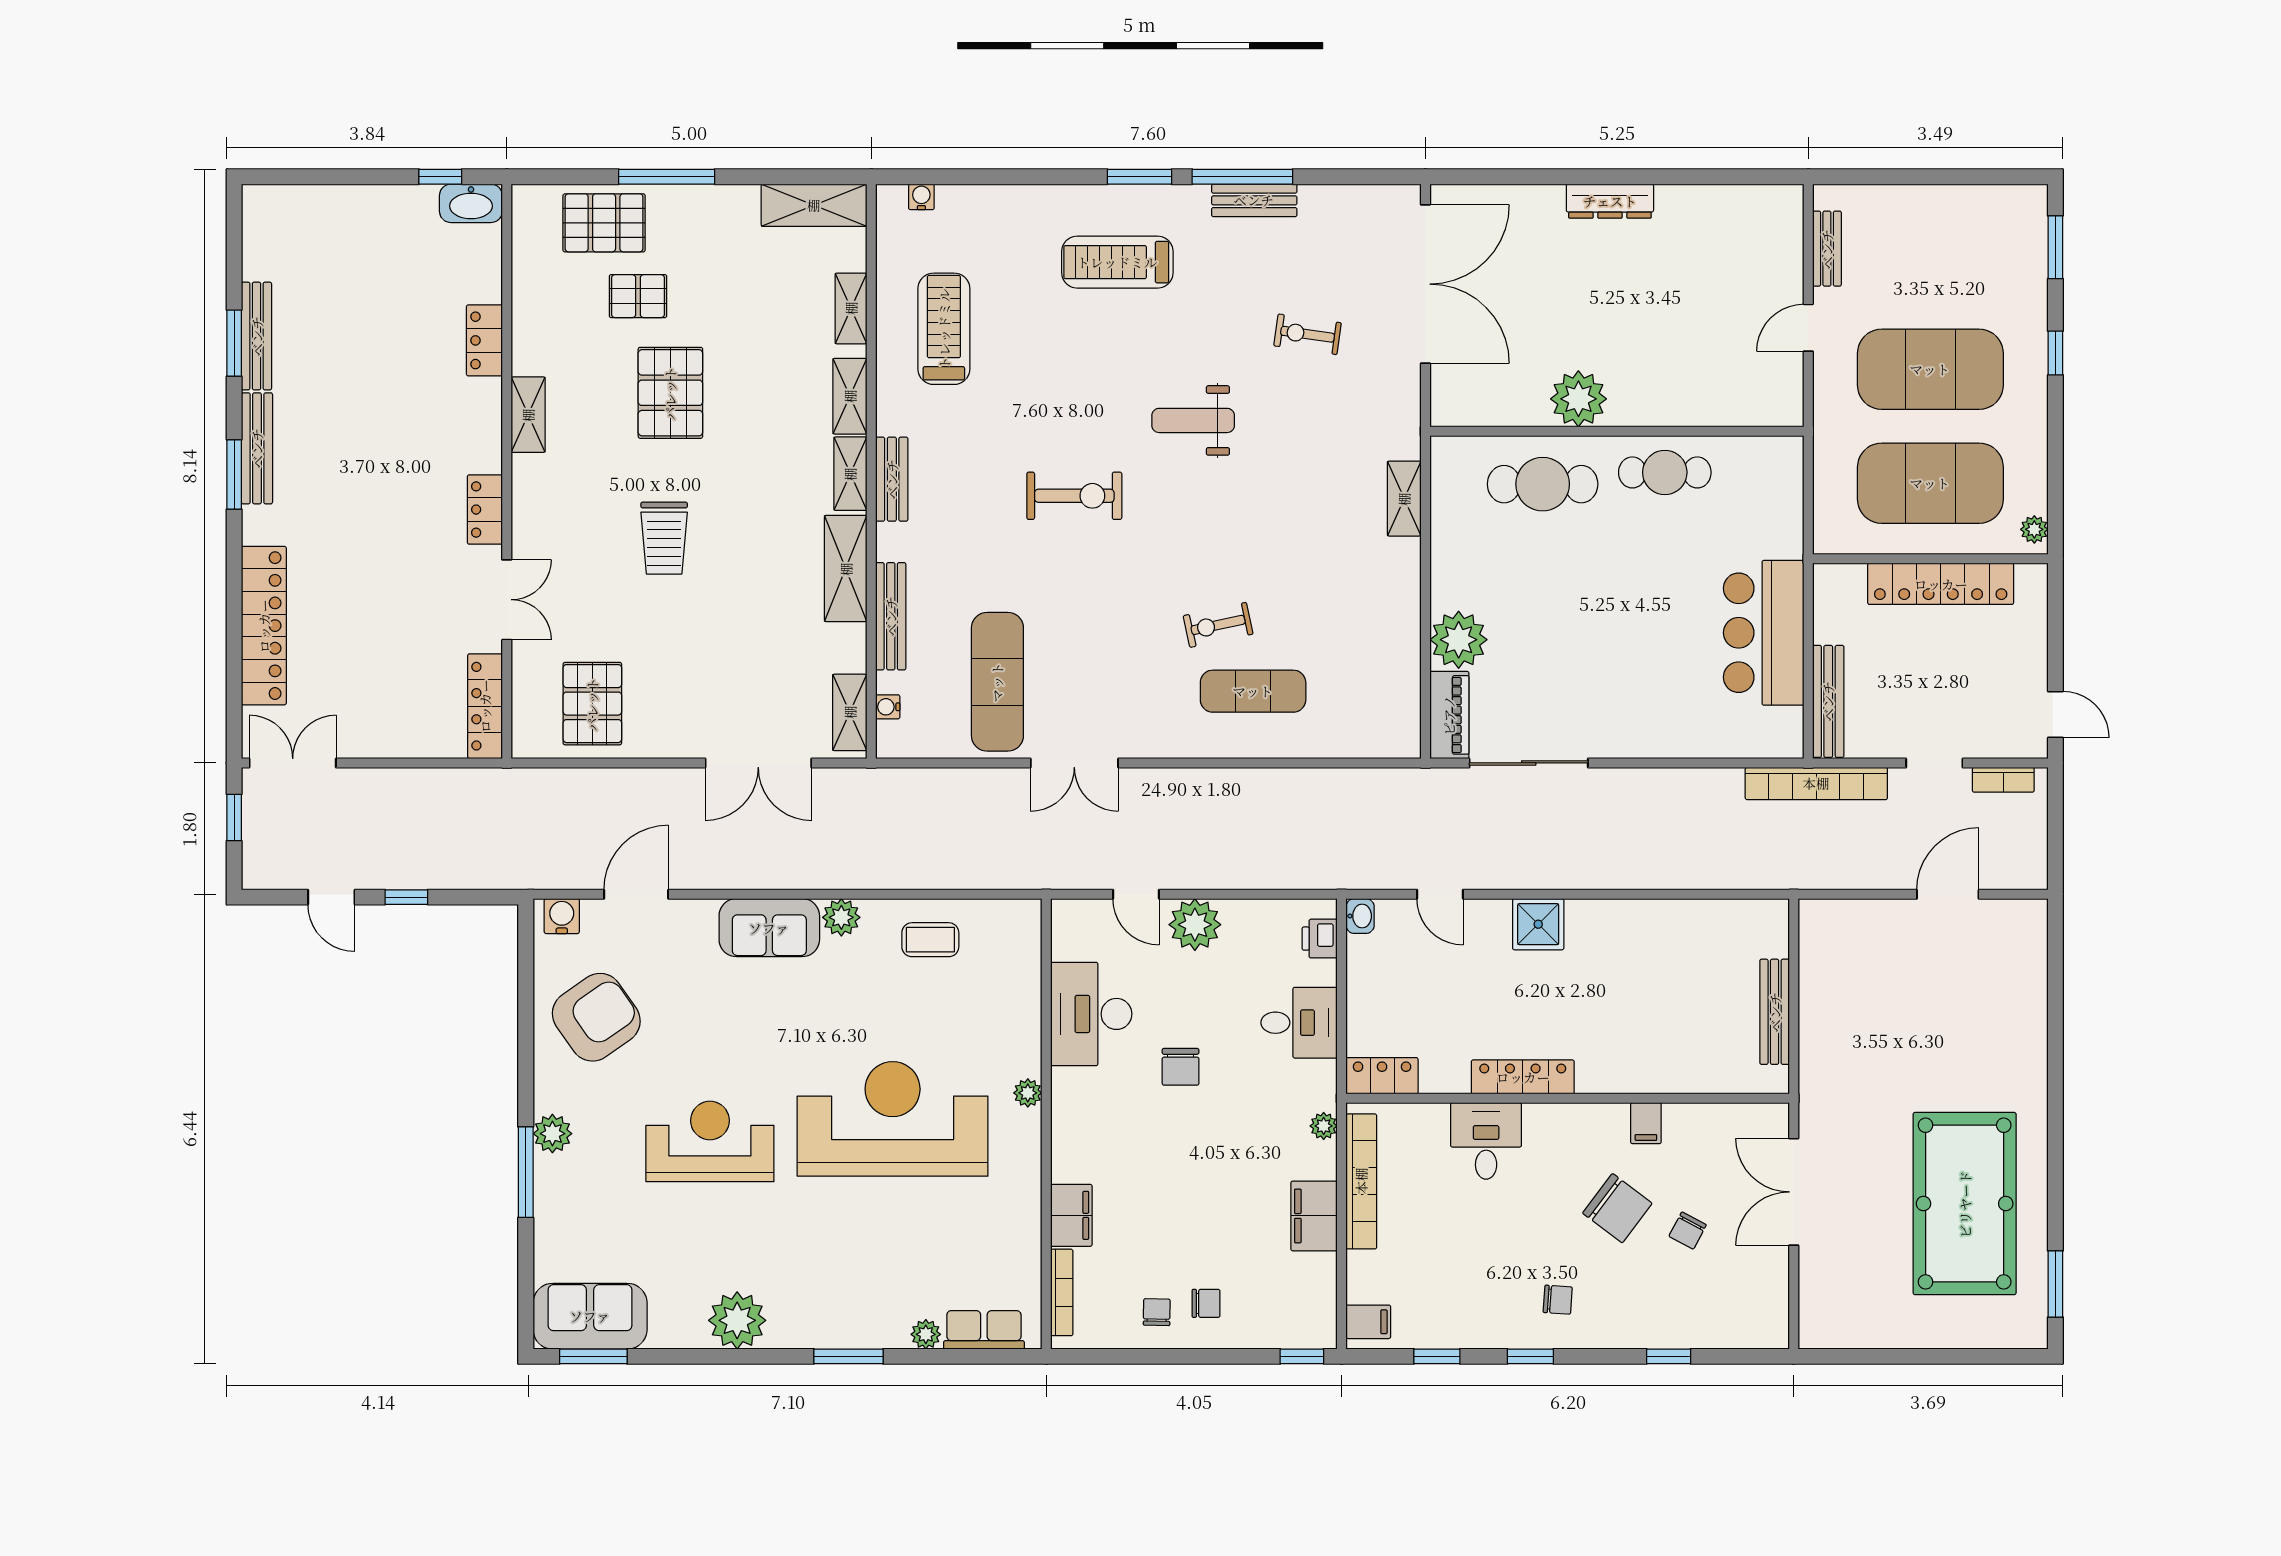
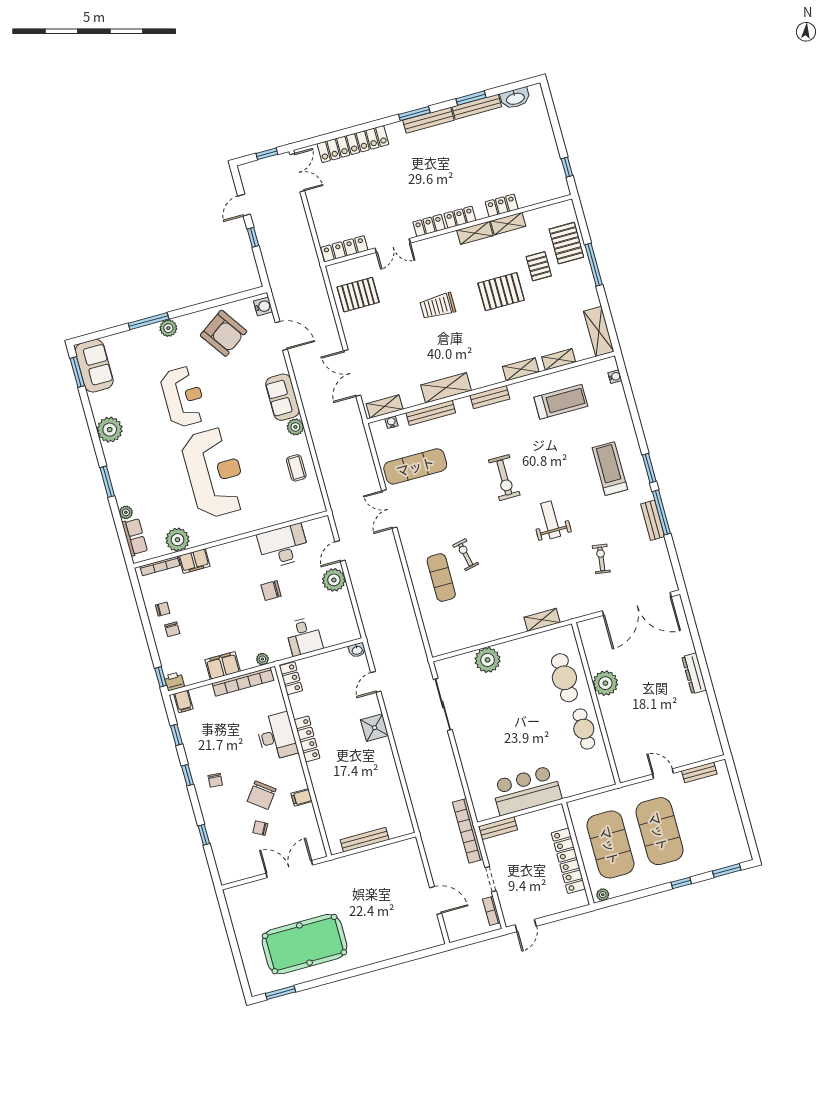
washbasin: (471, 203) -> (515, 98), moved, turned -90
locker: (485, 438) -> (460, 217), added
shelving: (850, 474) -> (508, 224), moved
bench: (1828, 701) -> (498, 828), width x0.73
piano: (1449, 715) -> (454, 665), removed
printer: (1320, 939) -> (174, 681), moved
plant: (1028, 1093) -> (178, 540), moved, width x1.88, depth x1.88
desk: (1486, 1141) -> (277, 736), width x1.37

